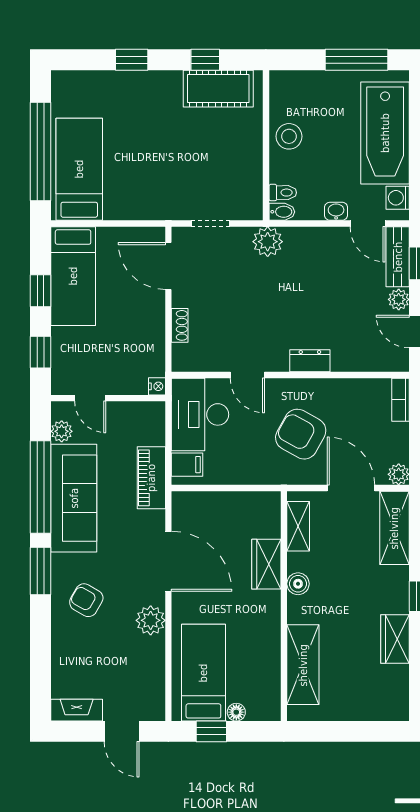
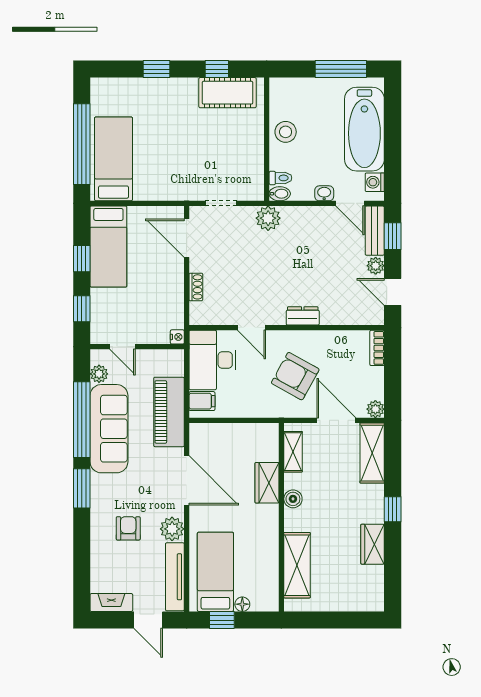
piano: (151, 478) -> (169, 412), width x1.37, depth x1.33
armchair: (86, 600) -> (128, 528), moved, turned 60
tv unit: (154, 679) -> (175, 577), added

